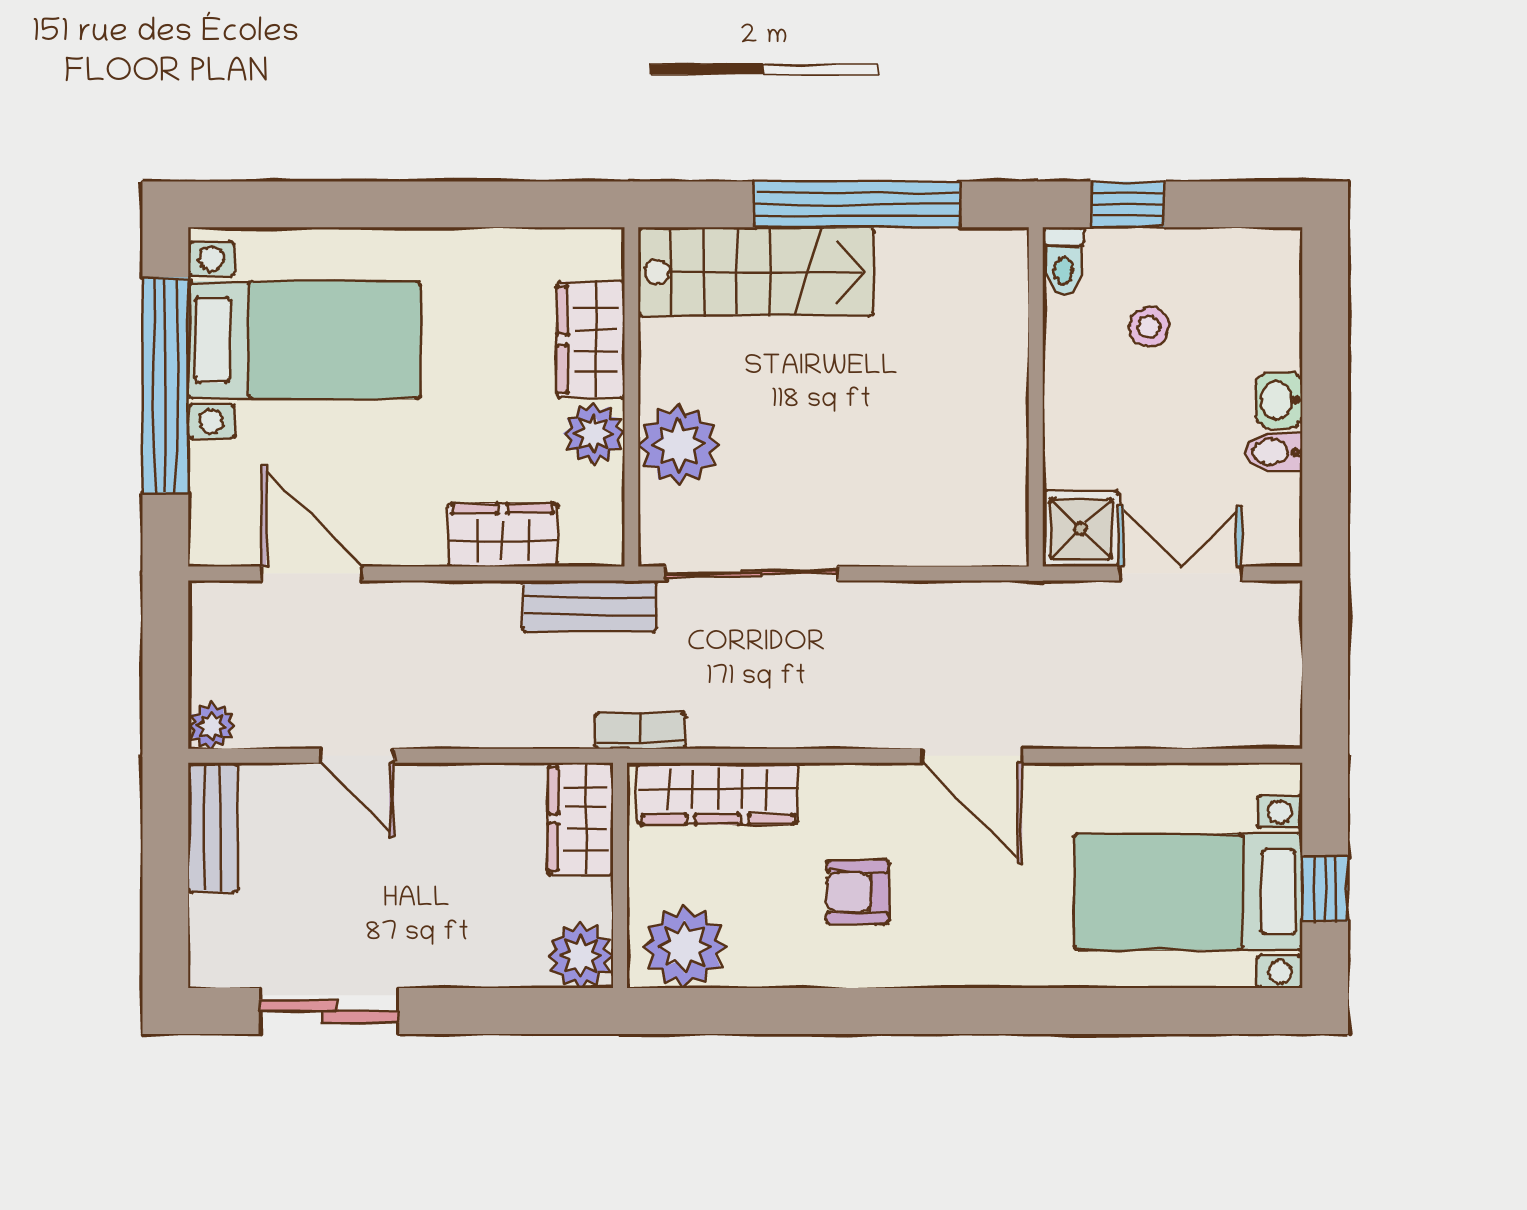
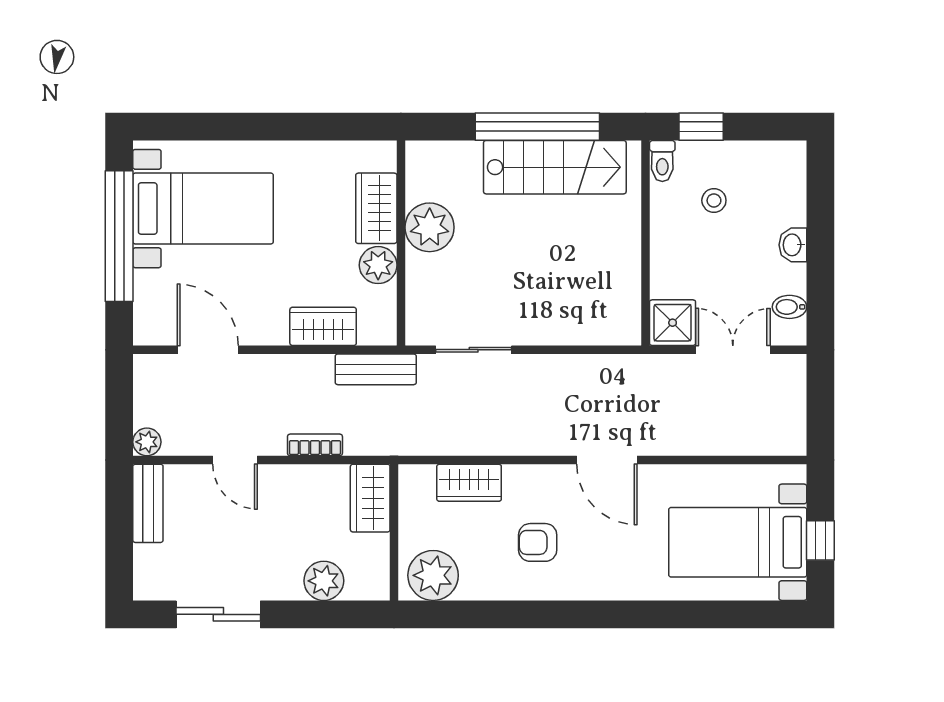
stairs: (756, 272) -> (555, 167), moved
plant: (679, 445) -> (430, 227), moved
bidet: (1274, 452) -> (790, 307), moved
sliding door: (752, 574) -> (474, 350), width x0.73
bookcase: (640, 731) -> (315, 445), moved
wardrobe: (718, 794) -> (469, 483), width x0.67
plant: (581, 956) -> (324, 581), moved

